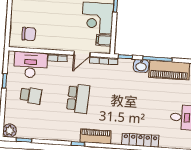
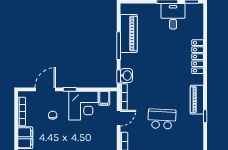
door: (82, 54) -> (119, 118), hinge flipped
washbasin: (141, 66) -> (126, 75), moved

